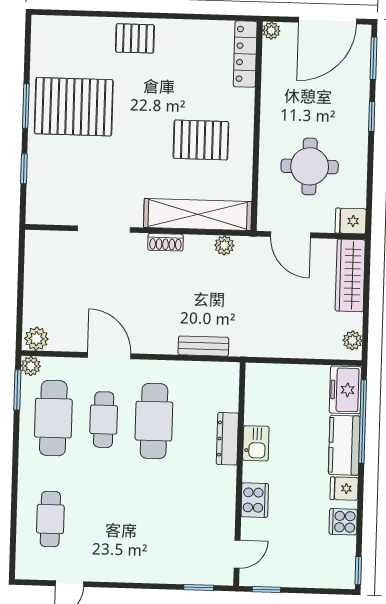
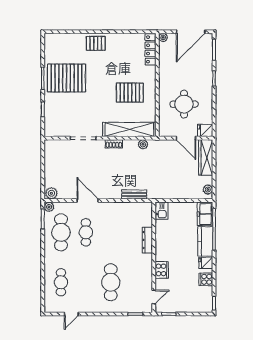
door: (291, 235) -> (186, 138), moved
cafe table: (154, 421) -> (111, 282), moved
kitchen sink: (256, 443) -> (161, 211), moved

